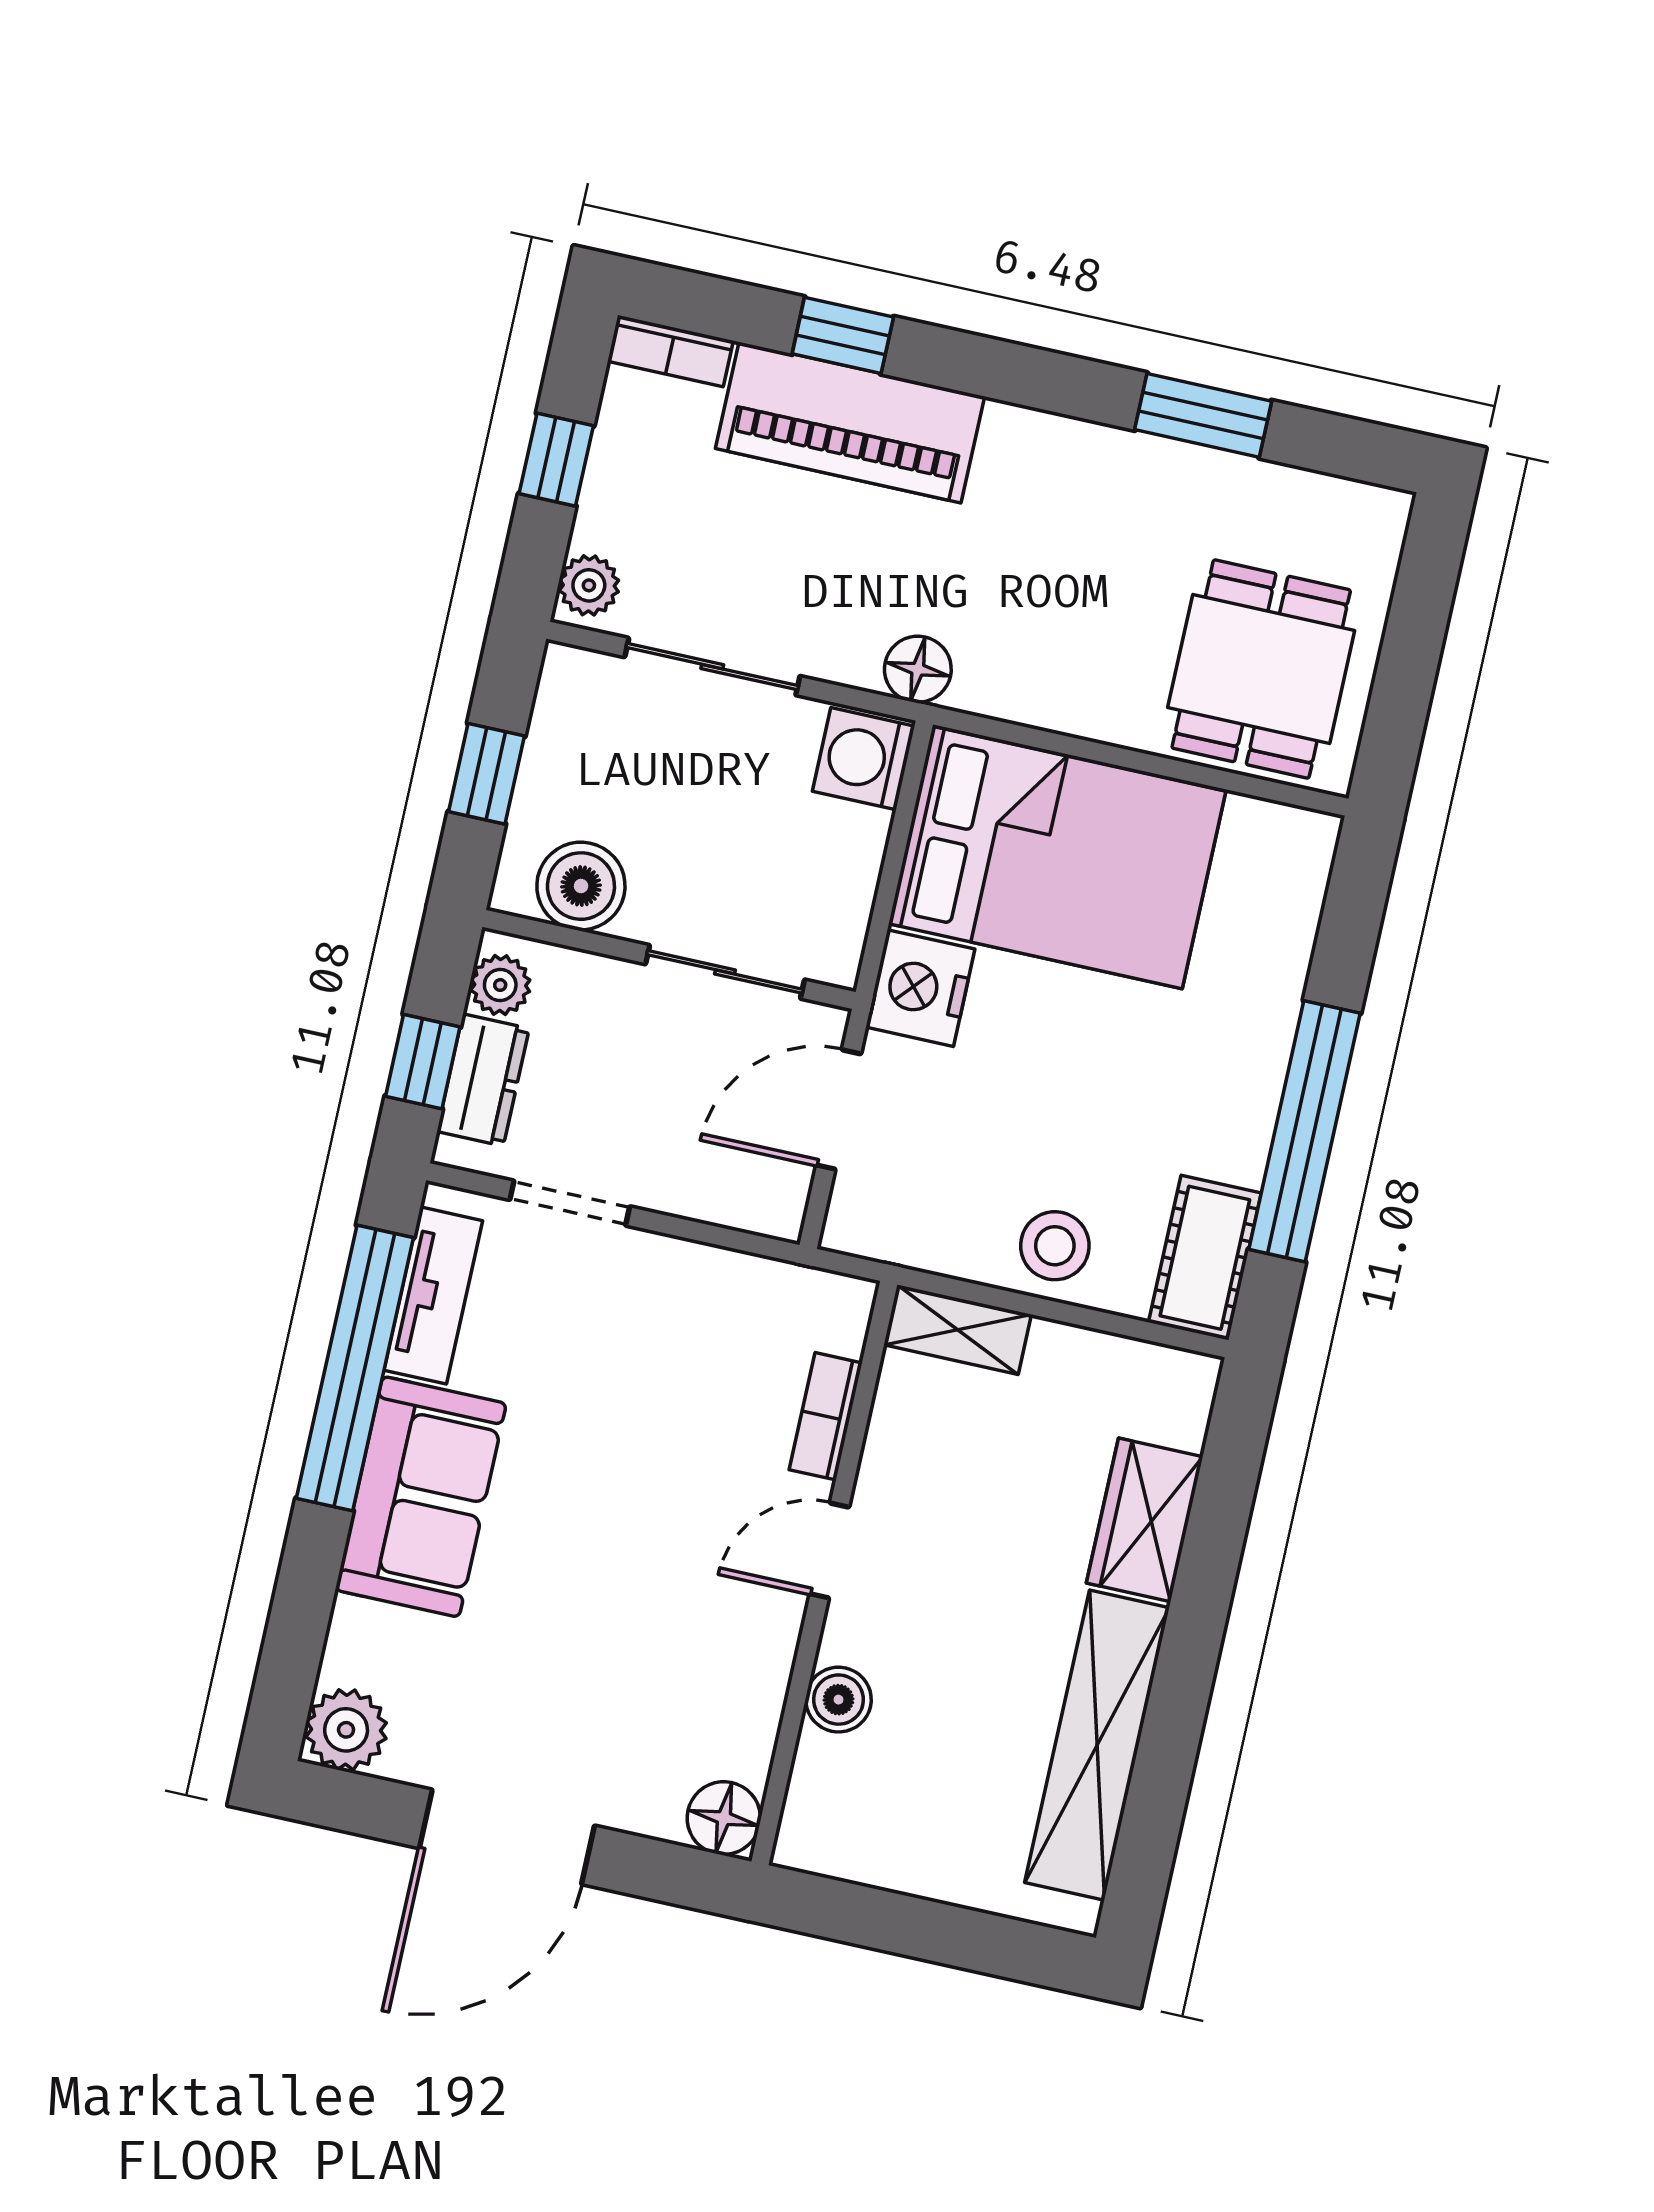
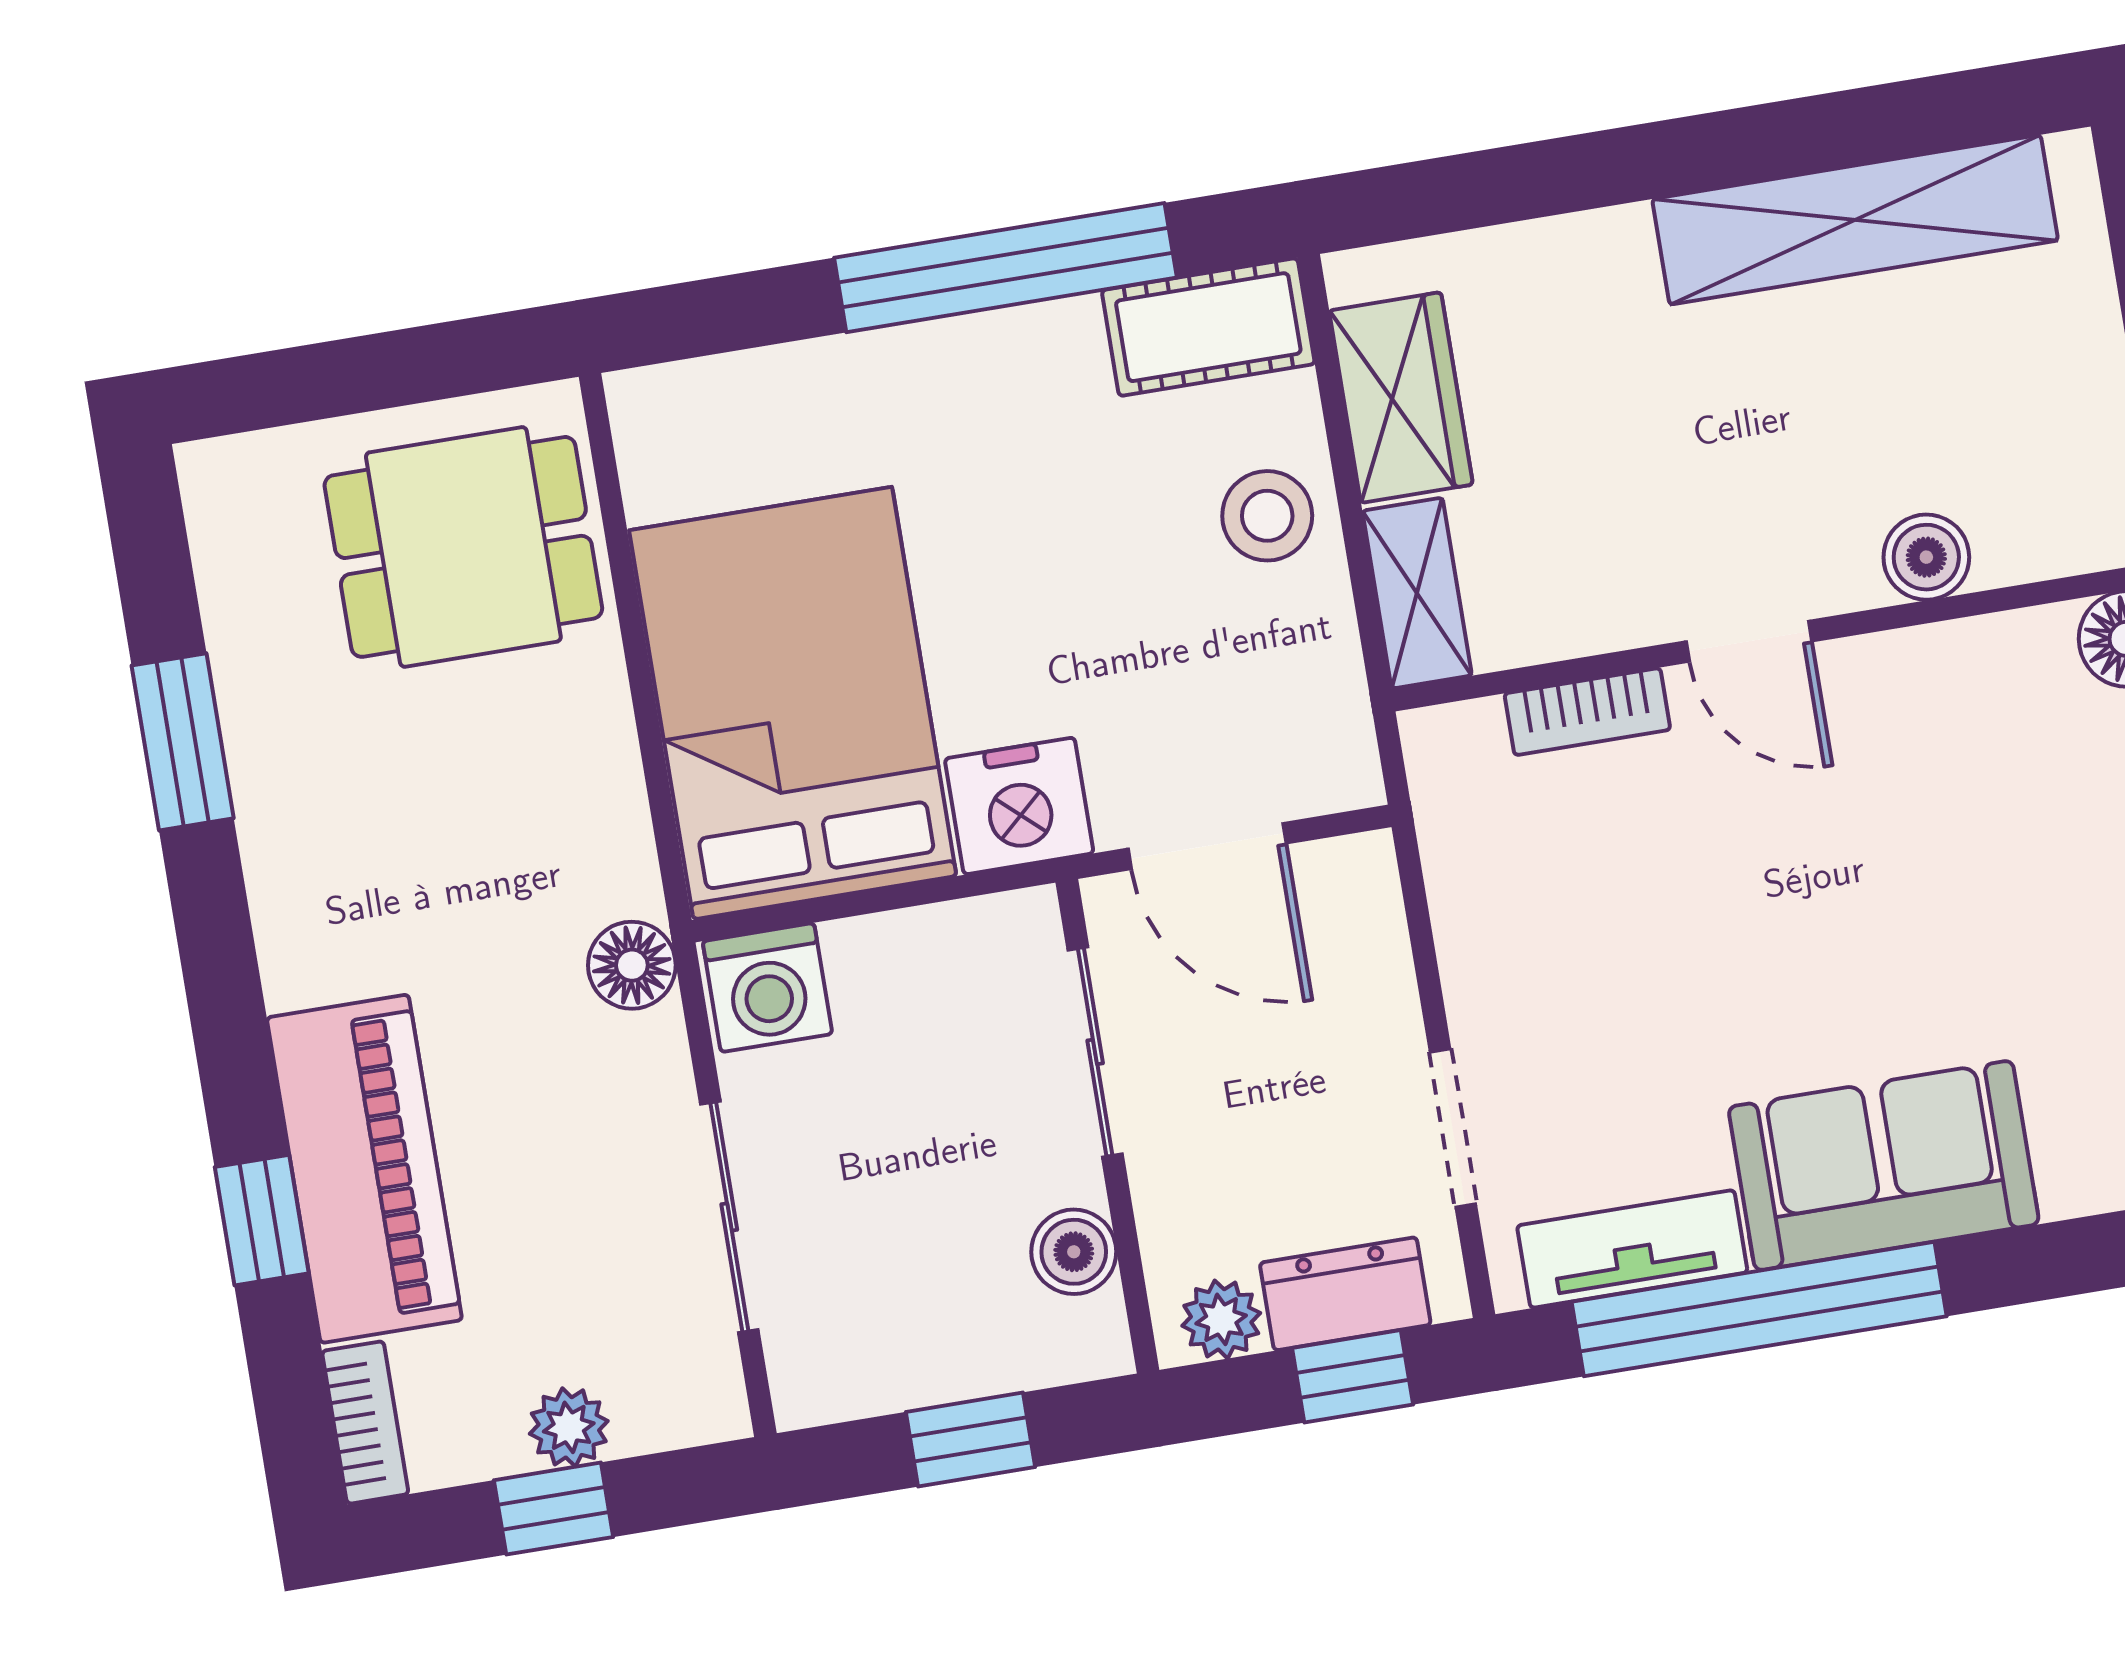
plant: (589, 585) -> (569, 1427), moved
boiler: (581, 886) -> (1074, 1252), width x0.73, depth x0.73
wardrobe: (1145, 1520) -> (1401, 398), moved, turned -90

